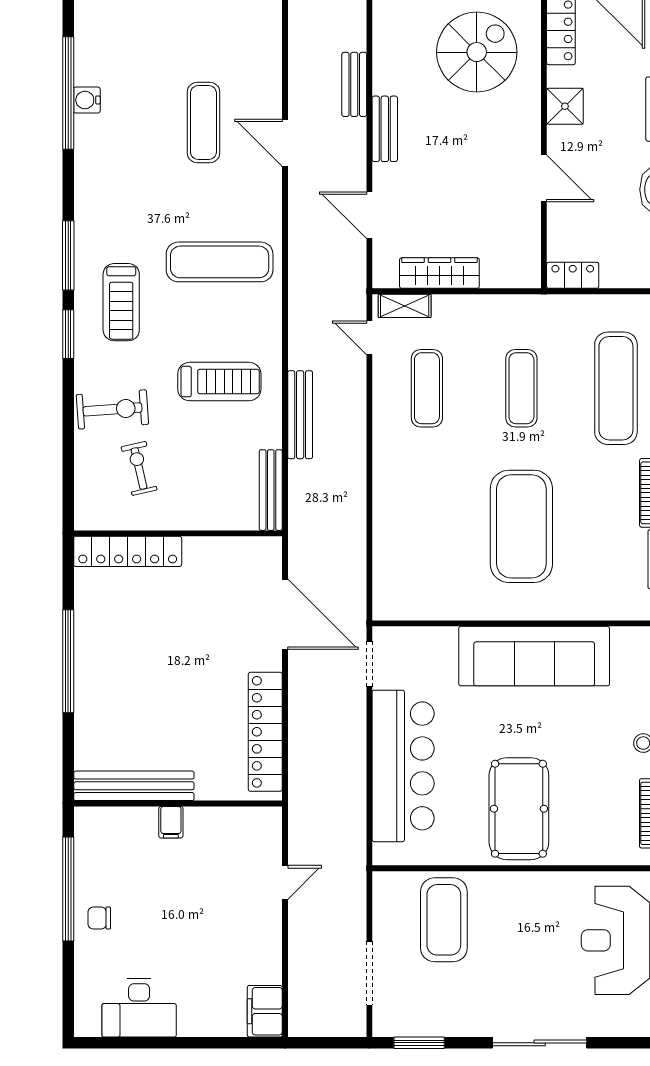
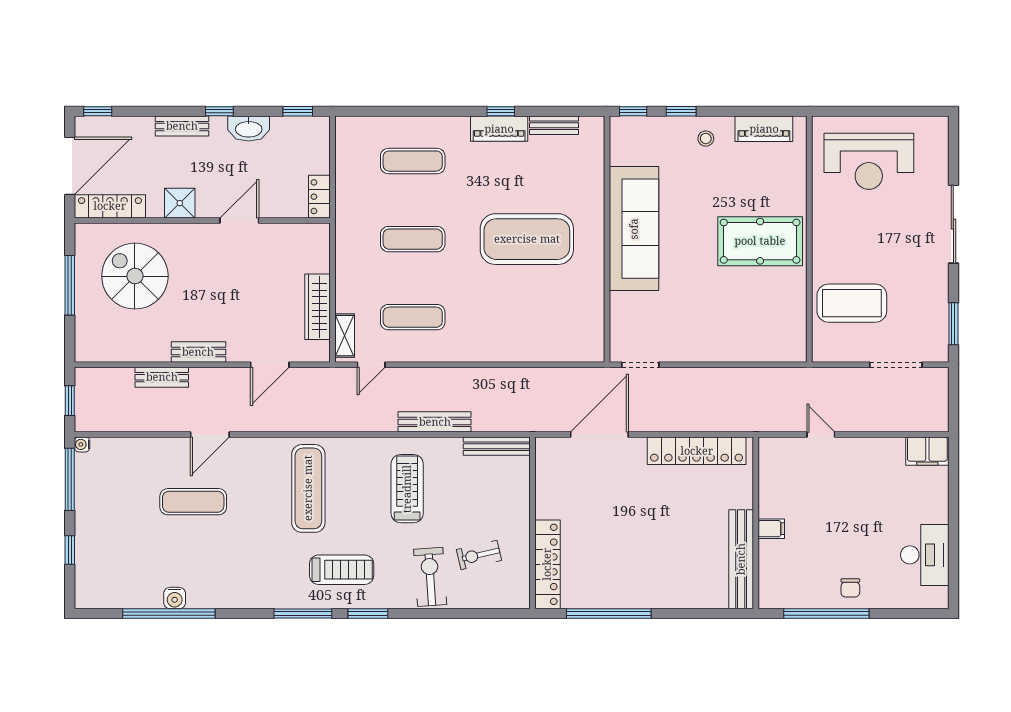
exercise mat: (616, 388) -> (413, 161), width x0.73, depth x0.69
window: (68, 661) -> (609, 614), moved
bar counter: (403, 766) -> (725, 337), removed

